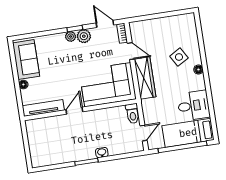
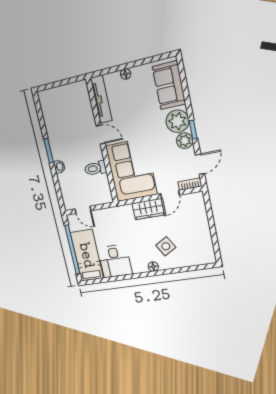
plant: (71, 36) -> (177, 121), width x1.88, depth x1.88
sofa: (26, 60) -> (169, 85), moved, turned 90
wardrobe: (145, 78) -> (148, 209), width x0.67
toilet: (133, 114) -> (95, 168), moved

